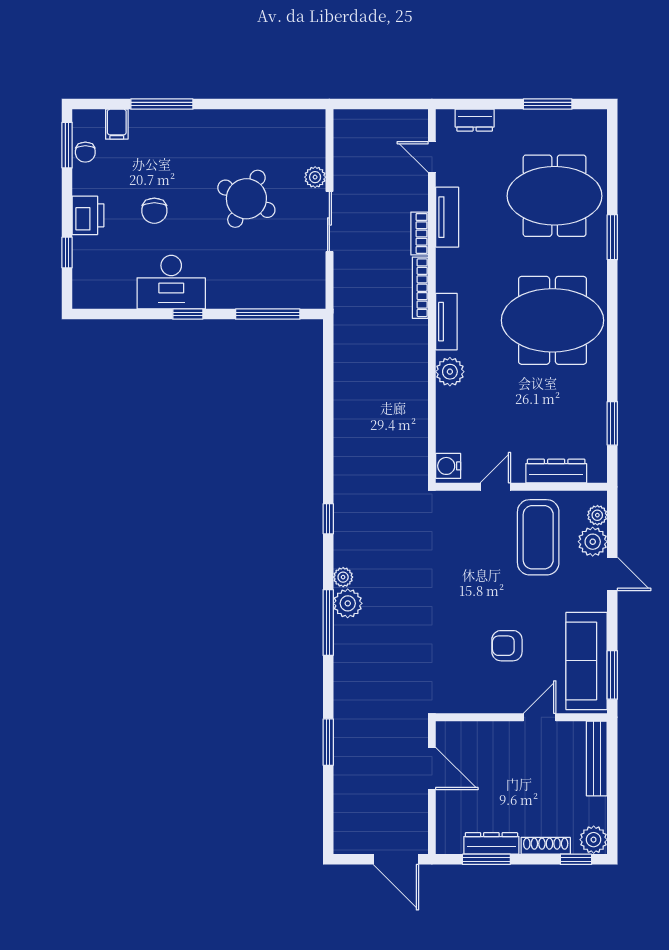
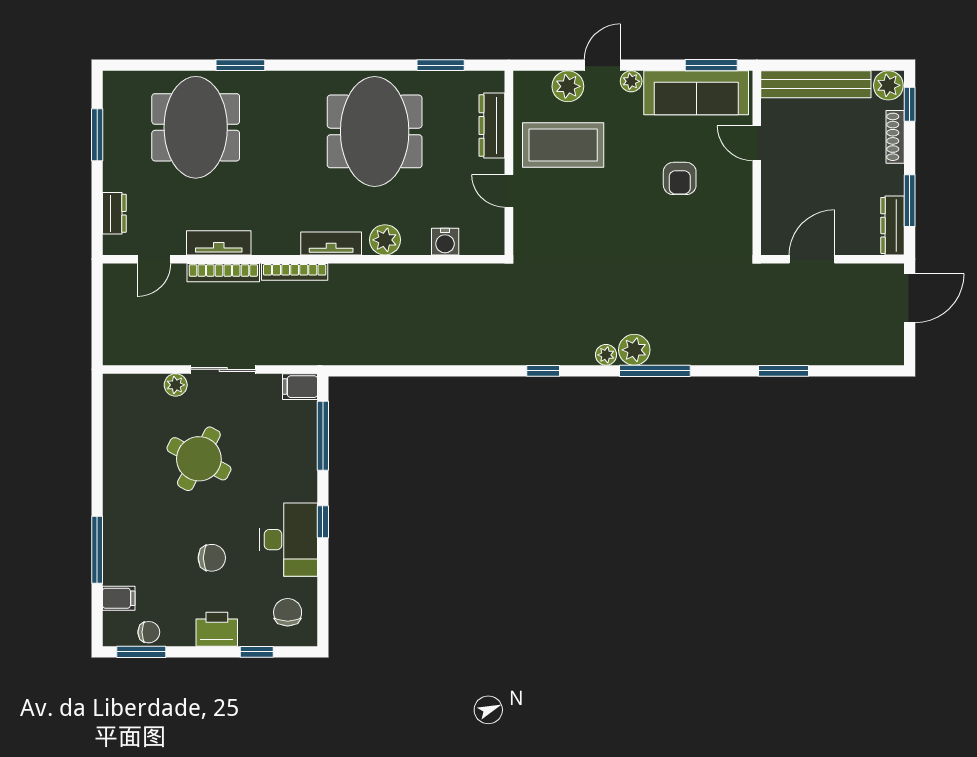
bookcase: (419, 233) -> (223, 273), width x1.56
chair: (104, 281) -> (288, 612), added
filing cabinet: (313, 293) -> (300, 387), added
meeting table: (552, 320) -> (375, 131), moved
water cooler: (448, 466) -> (445, 242), moved
plant: (597, 515) -> (631, 81), moved
bench: (597, 758) -> (816, 84), width x1.37, depth x1.21
dresser: (491, 843) -> (893, 225), moved

